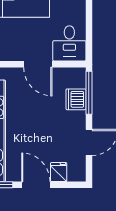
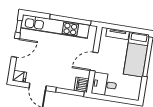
dishwasher: (76, 99) -> (82, 85), moved, turned -90
fridge: (59, 172) -> (19, 76), moved

